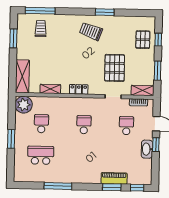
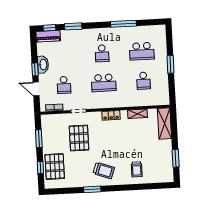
window: (40, 11) -> (153, 186), removed
trolley: (41, 29) -> (137, 169), moved
pallet: (143, 40) -> (55, 166), width x1.50, depth x1.42
shelving: (143, 91) -> (51, 119), removed
plant: (24, 105) -> (161, 97), removed
school desk: (84, 125) -> (104, 83), width x1.85
school desk: (83, 156) -> (102, 53), added
piano: (114, 178) -> (48, 36), moved

